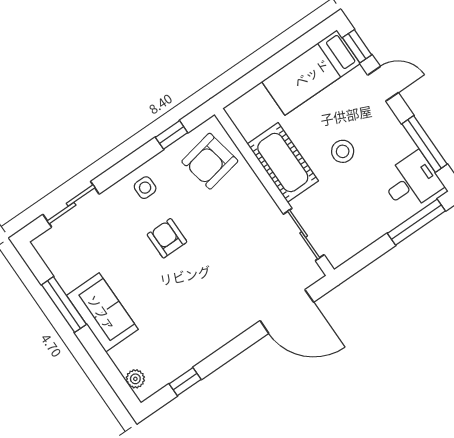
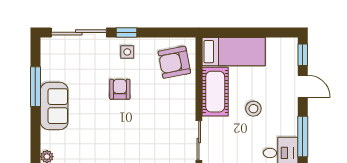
bed: (311, 73) -> (234, 52), moved, turned 180
window: (172, 135) -> (127, 32), moved
sliding door: (71, 204) -> (79, 32), width x1.37

